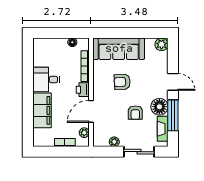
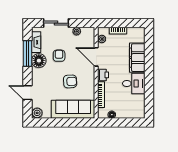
door: (173, 82) -> (28, 93), moved
door: (91, 111) -> (96, 57), swing flipped

